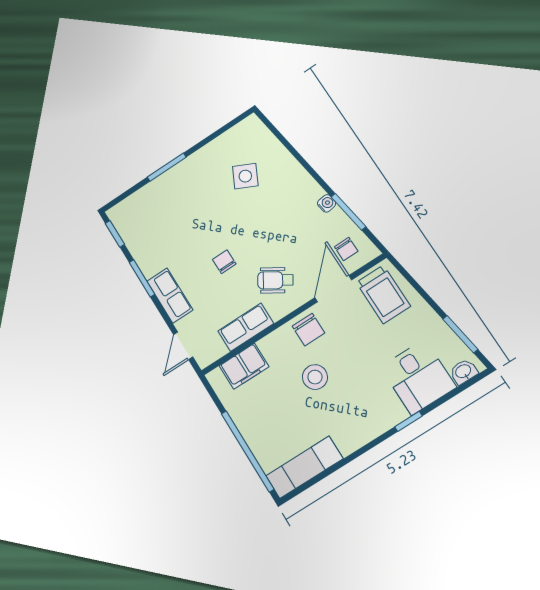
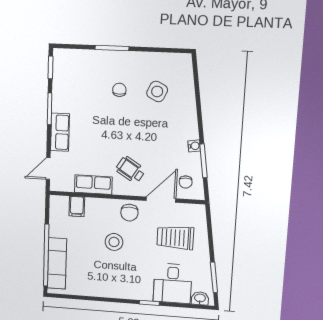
chair: (224, 262) -> (119, 90), moved
trolley: (383, 294) -> (175, 238), moved, turned 90
filing cabinet: (244, 366) -> (77, 206), width x0.50
exam couch: (304, 467) -> (57, 263), moved, turned 90

